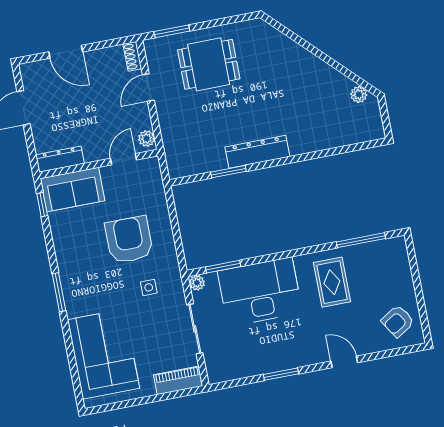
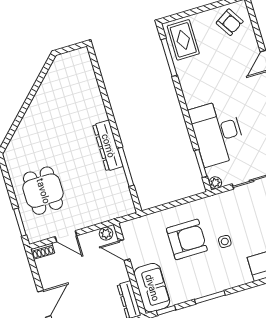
plant: (359, 95) -> (55, 71), removed
window: (228, 172) -> (126, 167), width x1.44
armchair: (129, 240) -> (187, 239), turned 180
rug: (332, 282) -> (183, 40), moved, turned 90
side table: (149, 287) -> (225, 241), moved
window: (59, 292) -> (210, 297), moved

